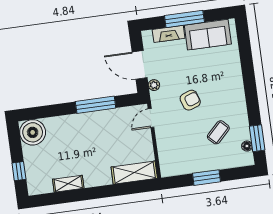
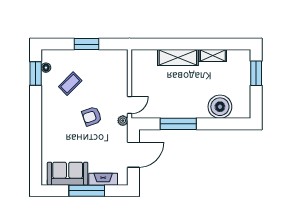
door: (140, 65) -> (133, 155), hinge flipped
plant: (154, 85) -> (123, 121), moved
boiler: (33, 132) -> (220, 107), moved
window: (19, 171) -> (256, 73), width x1.50
shelving: (134, 173) -> (178, 58), moved

